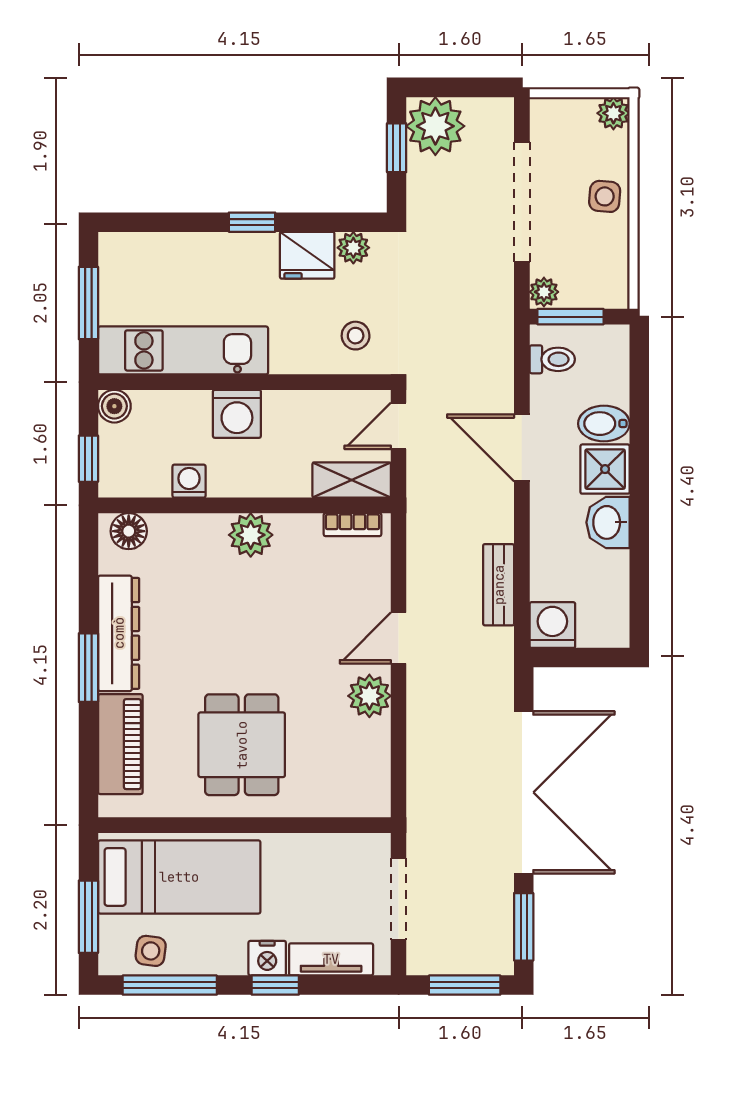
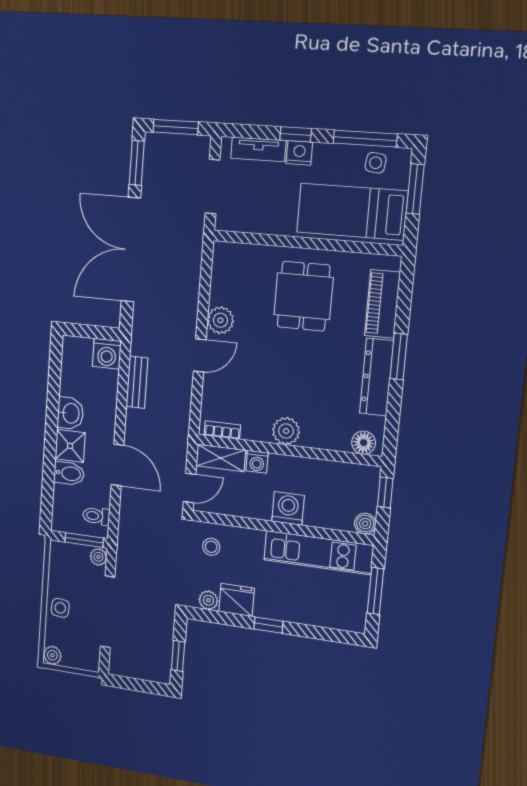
plant: (435, 126) -> (154, 665), removed
washing machine: (189, 481) -> (257, 462), moved

